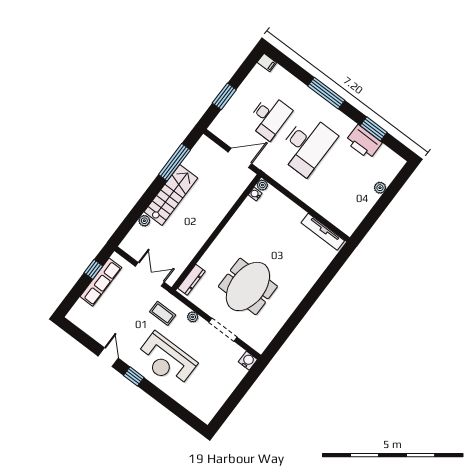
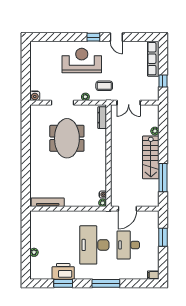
row of seats: (101, 282) -> (153, 59), moved

